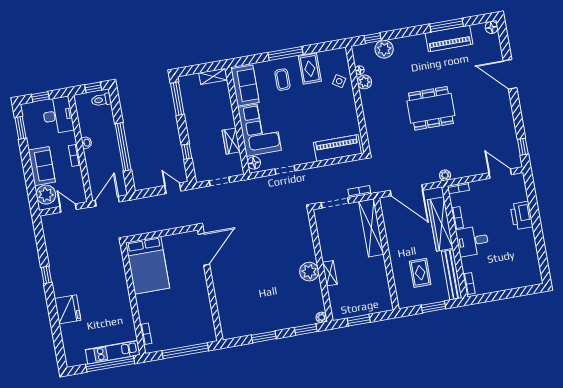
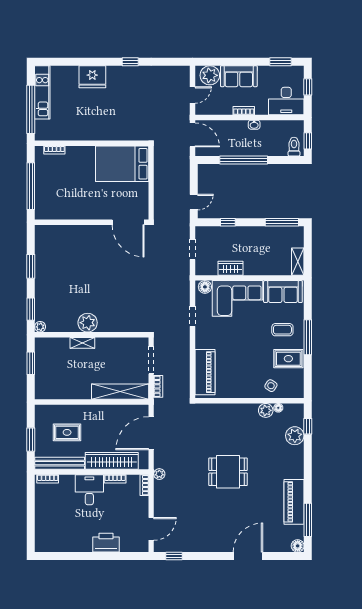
window: (447, 25) -> (308, 520), moved
dining table: (431, 108) -> (228, 472), width x0.73
kitchen unit: (113, 352) -> (42, 92), moved

